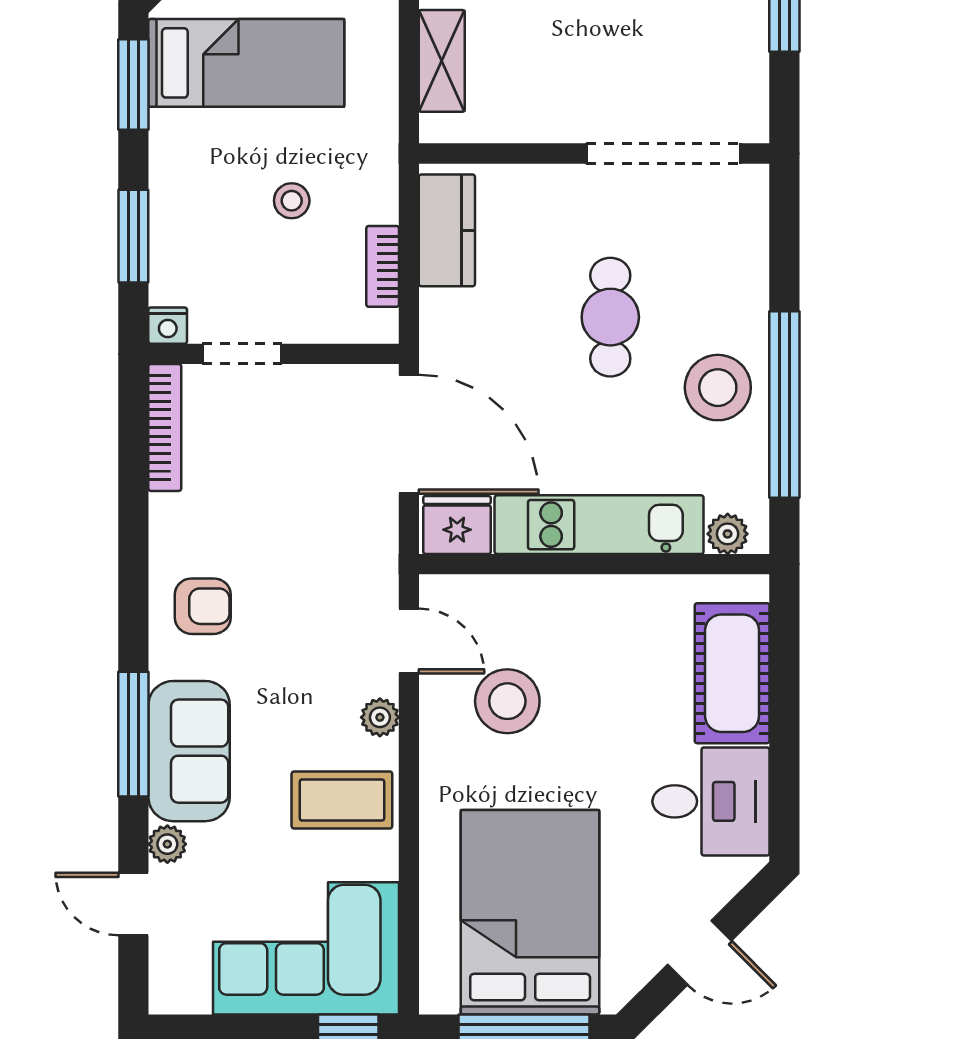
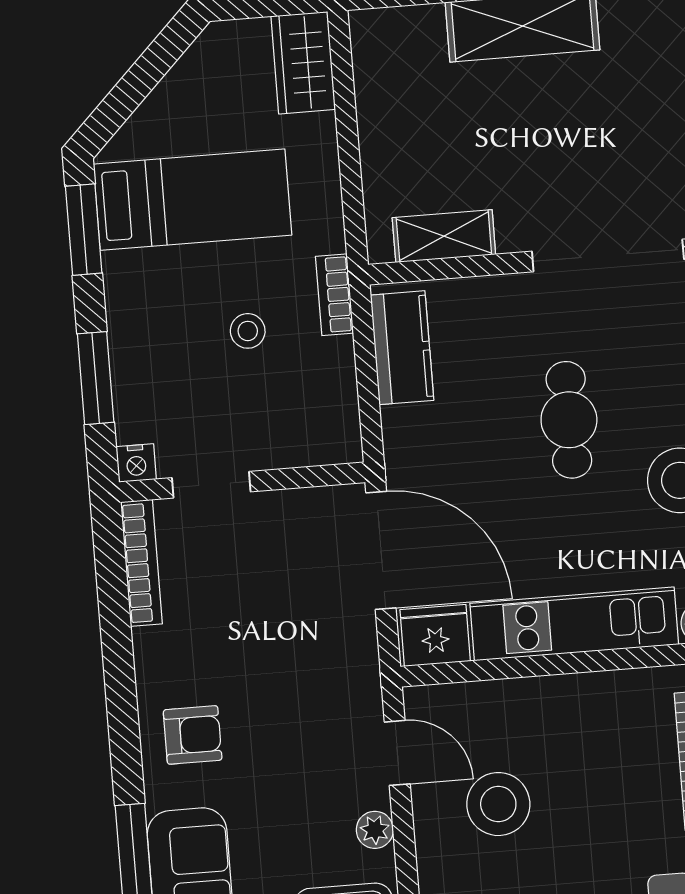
shelving: (442, 61) -> (444, 236), moved, turned 90
bookcase: (383, 266) -> (334, 295), moved

